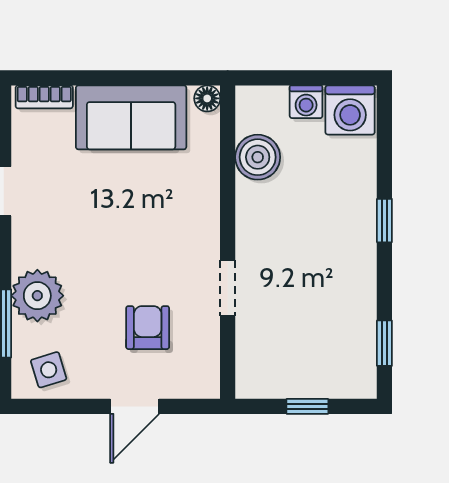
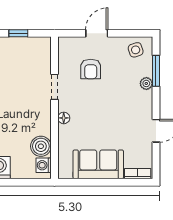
floor lamp: (207, 98) -> (64, 118), moved
washing machine: (306, 102) -> (44, 165), moved, turned -90
plant: (37, 296) -> (146, 83), width x0.53, depth x0.53

